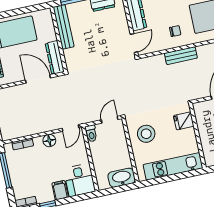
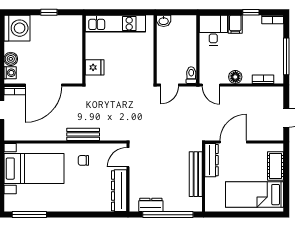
bench: (64, 27) -> (196, 174), moved
door: (38, 79) -> (233, 142), swing flipped
door: (70, 128) -> (211, 85), swing flipped
stool: (146, 134) -> (135, 63), removed
washbasin: (122, 178) -> (164, 21), width x0.52, depth x0.69

